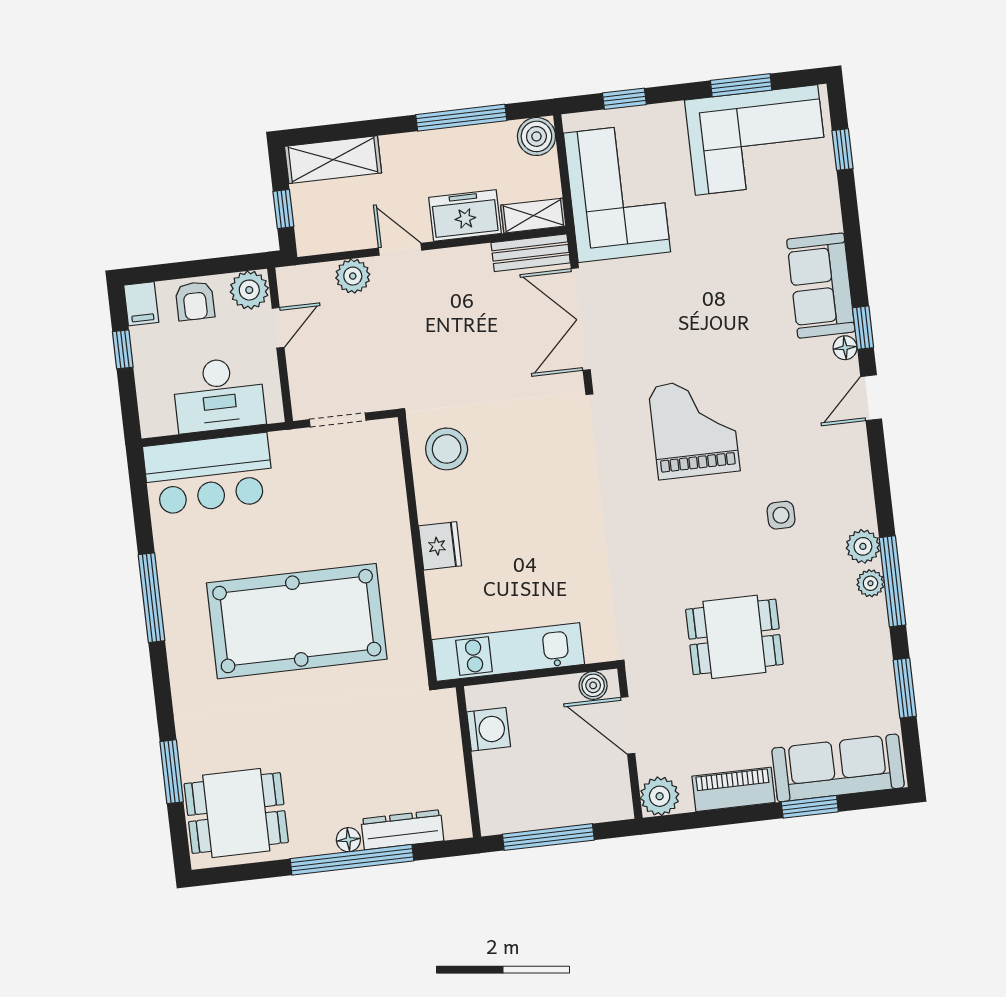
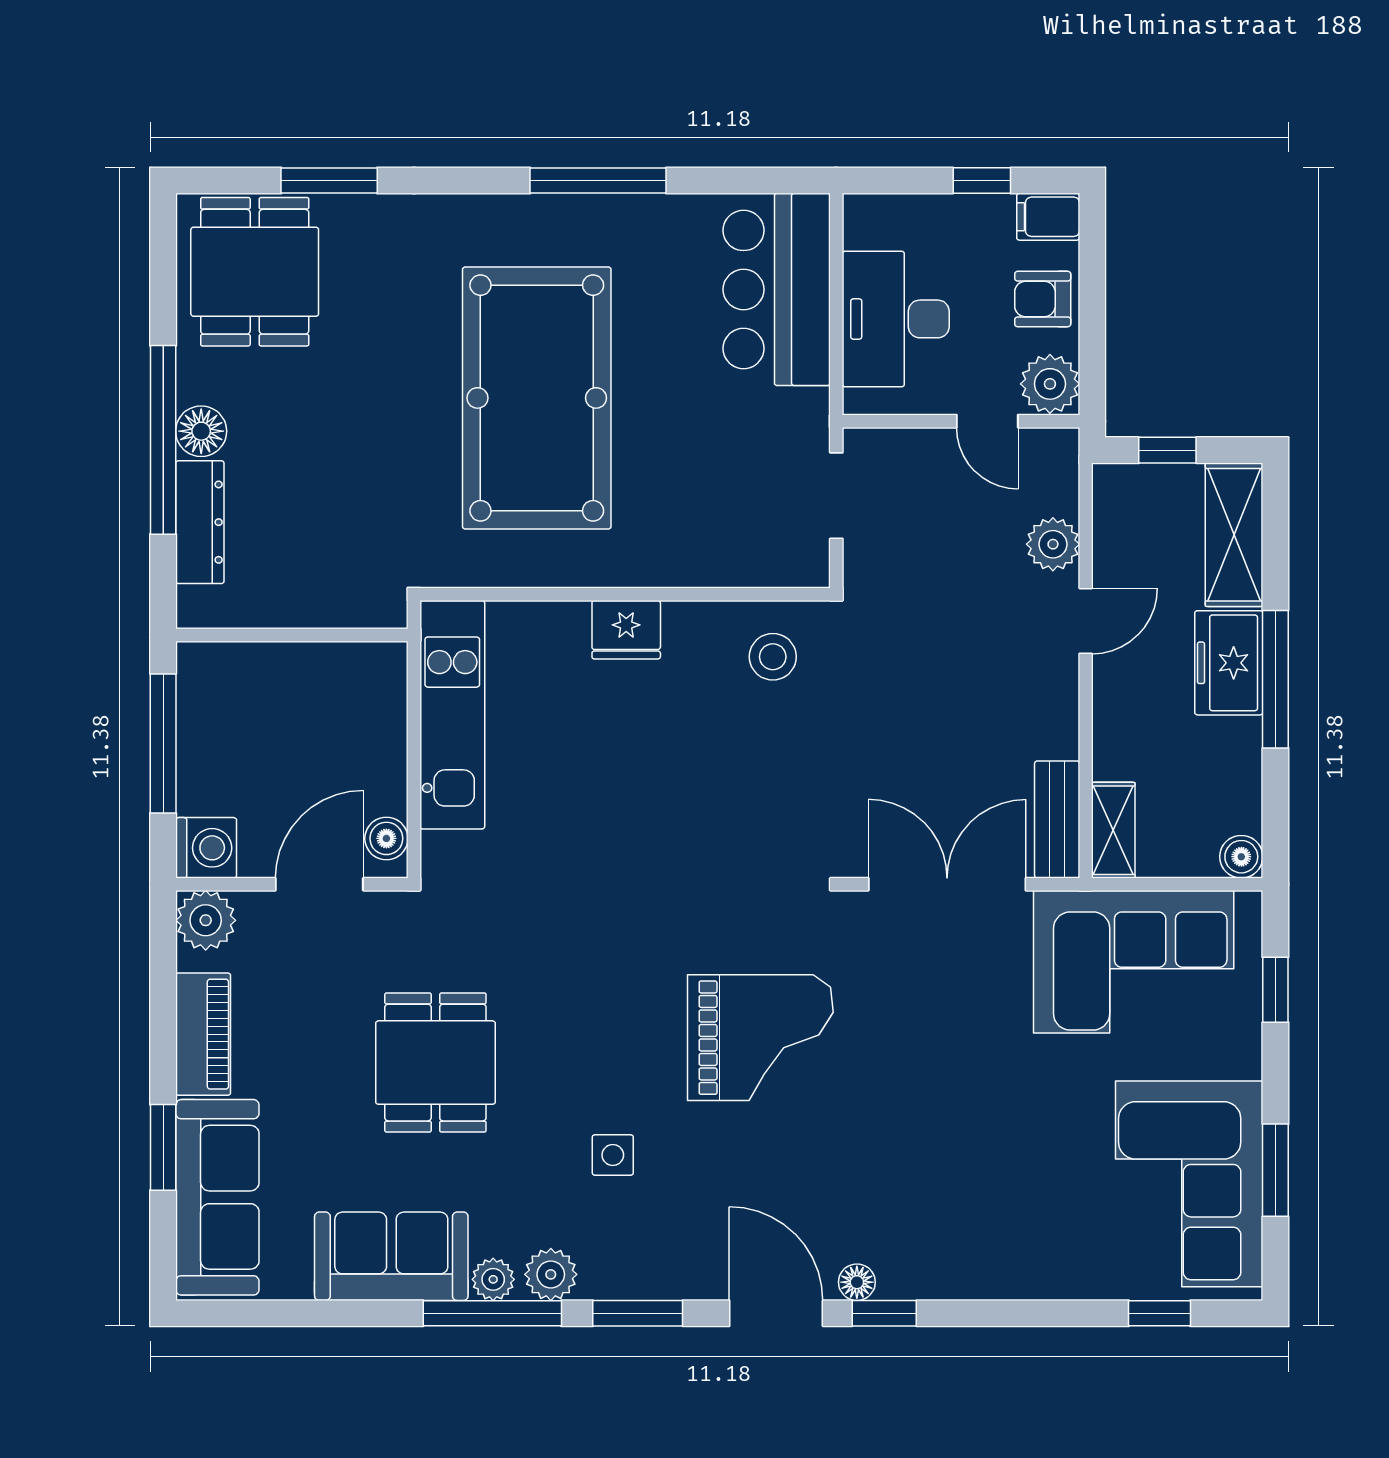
window: (461, 118) -> (1275, 679), moved
boiler: (536, 136) -> (1241, 857), width x0.73, depth x0.73
freezer: (465, 215) -> (1229, 663), moved, turned 180
sofa: (821, 286) -> (391, 1256), moved
door: (871, 398) -> (776, 1313), width x1.38
stool: (447, 449) -> (773, 657), width x0.73, depth x0.73
window: (905, 688) -> (638, 1313), moved
washing machine: (489, 729) -> (206, 848), moved, turned -90
floor lamp: (348, 840) -> (201, 431), width x1.37, depth x1.37

